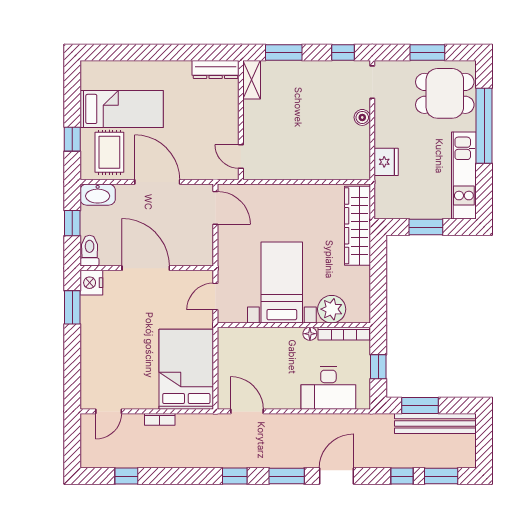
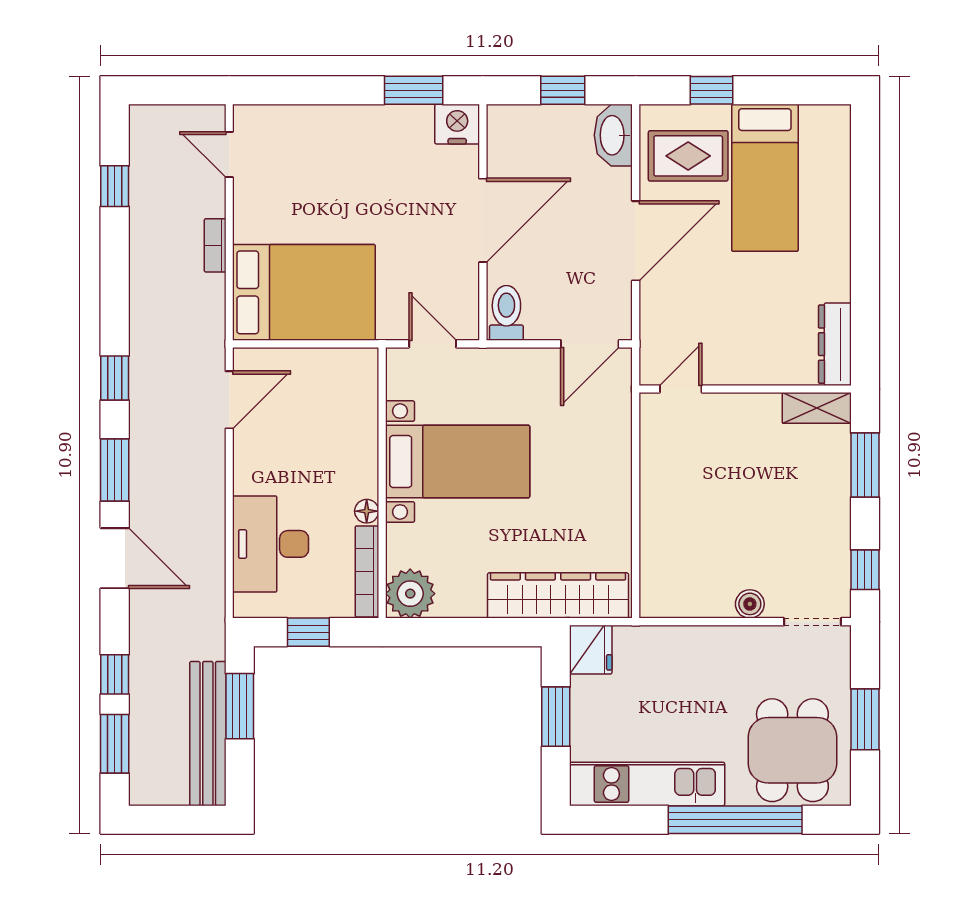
fridge: (386, 162) -> (591, 650), moved, turned -90
toilet: (90, 251) -> (506, 313), moved, turned -90
plant: (332, 309) -> (410, 594), moved

